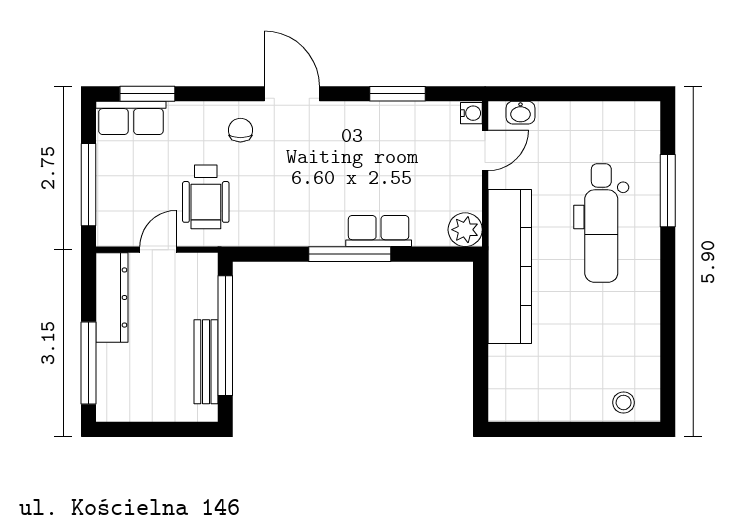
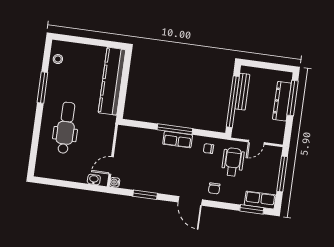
window: (668, 191) -> (42, 88), moved
chair: (266, 220) -> (208, 149), added
plant: (465, 230) -> (124, 133), removed
row of seats: (379, 231) -> (178, 140), moved
kitchen counter: (510, 267) -> (112, 81), moved
dresser: (112, 297) -> (282, 101), moved
stool: (624, 402) -> (58, 59), moved

